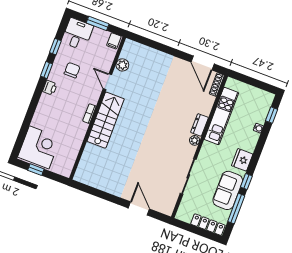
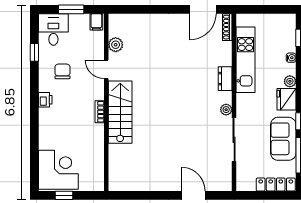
door: (203, 63) -> (203, 9), hinge flipped
window: (47, 70) -> (34, 82), removed
plant: (195, 140) -> (226, 110), moved
plant: (250, 147) -> (290, 81), added

